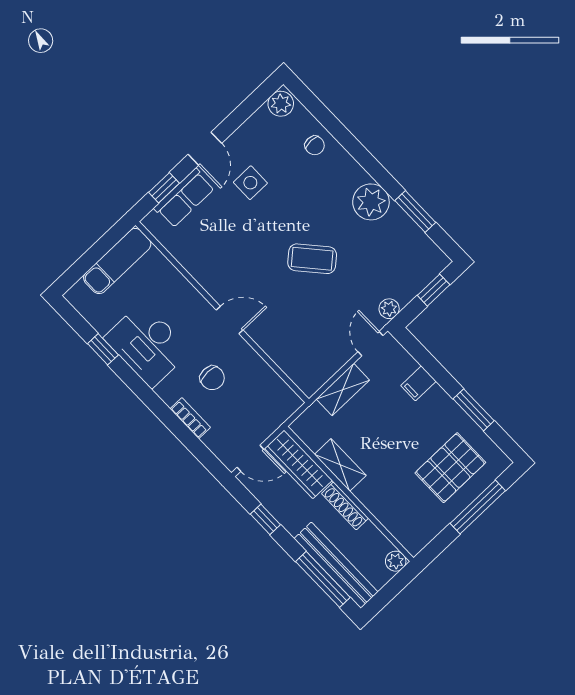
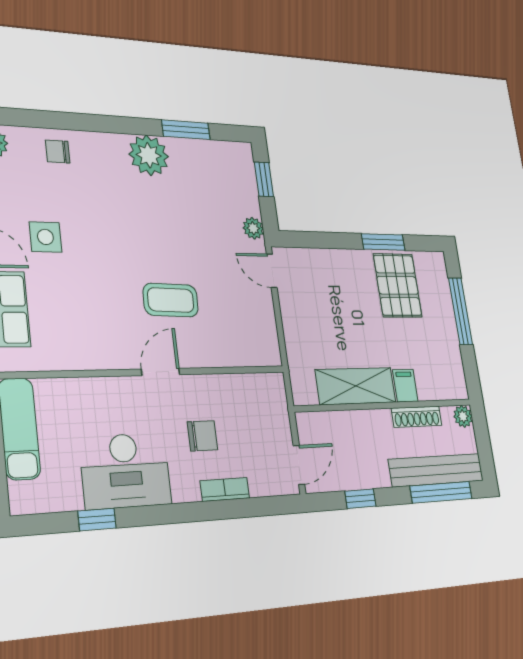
chair: (315, 145) -> (58, 152), turned 180
coffee table: (312, 259) -> (171, 300), moved, turned 43
filing cabinet: (418, 383) -> (405, 386), moved, turned 180
shelving: (343, 390) -> (295, 330), removed
wardrobe: (298, 464) -> (332, 426), removed
shelving: (340, 465) -> (356, 386), width x1.50, depth x1.33
pallet: (450, 468) -> (398, 285), moved
shoe rack: (345, 506) -> (417, 417), moved

